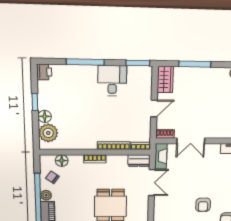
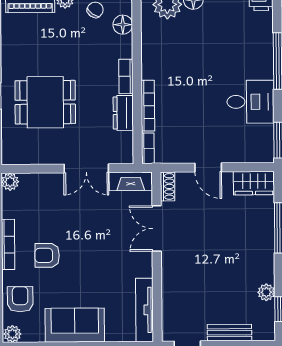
dresser: (139, 161) -> (123, 113), moved

